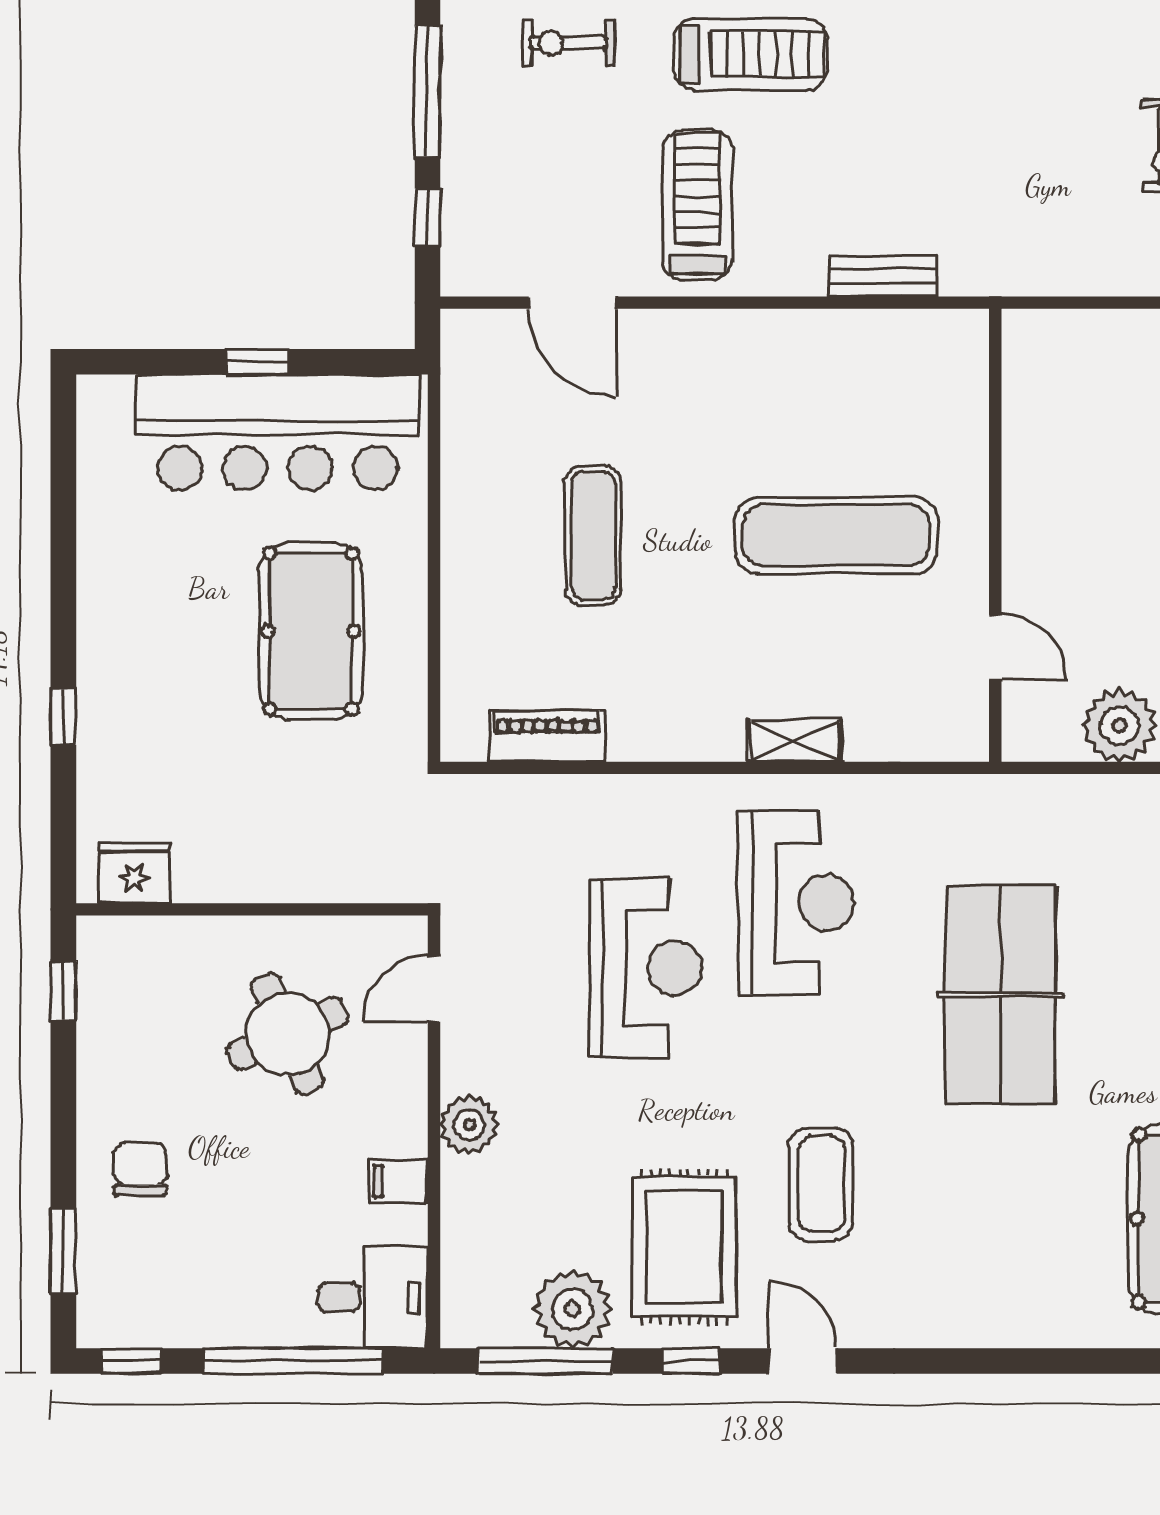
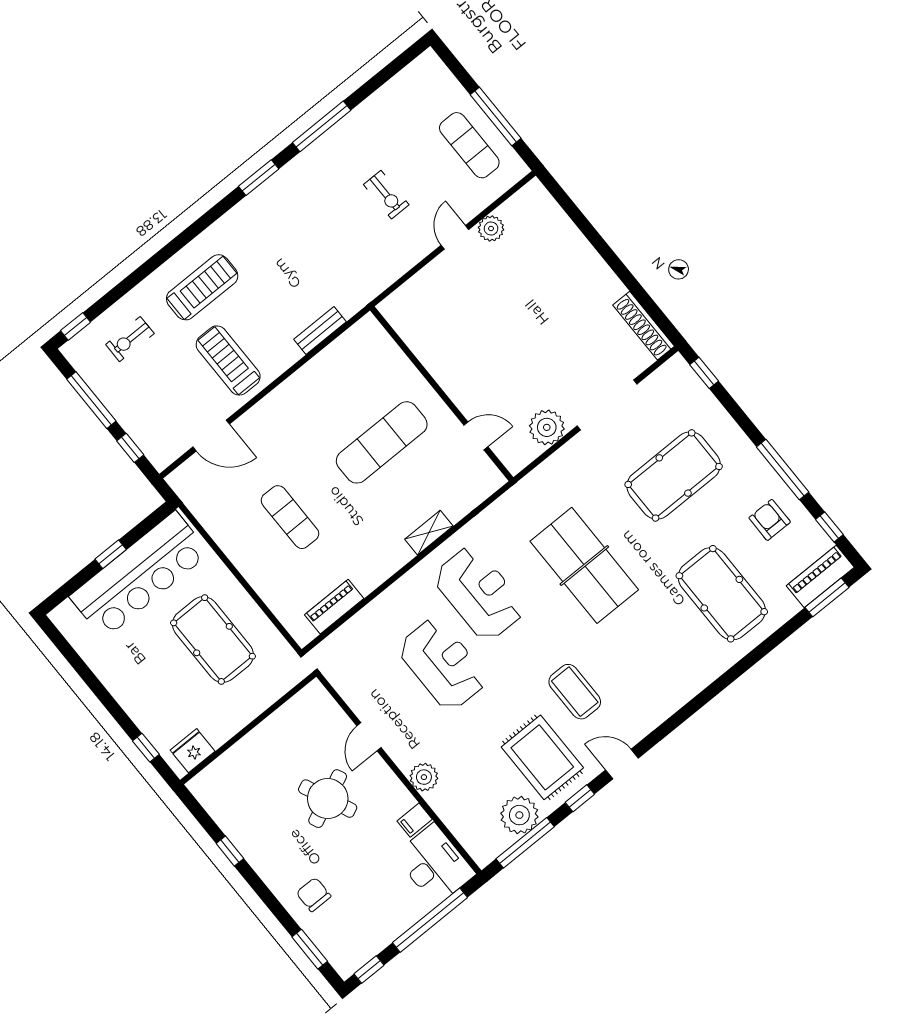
fridge: (134, 873) -> (193, 751), moved
wall: (252, 909) -> (248, 728), moved
desk: (373, 1297) -> (435, 865), width x1.37

